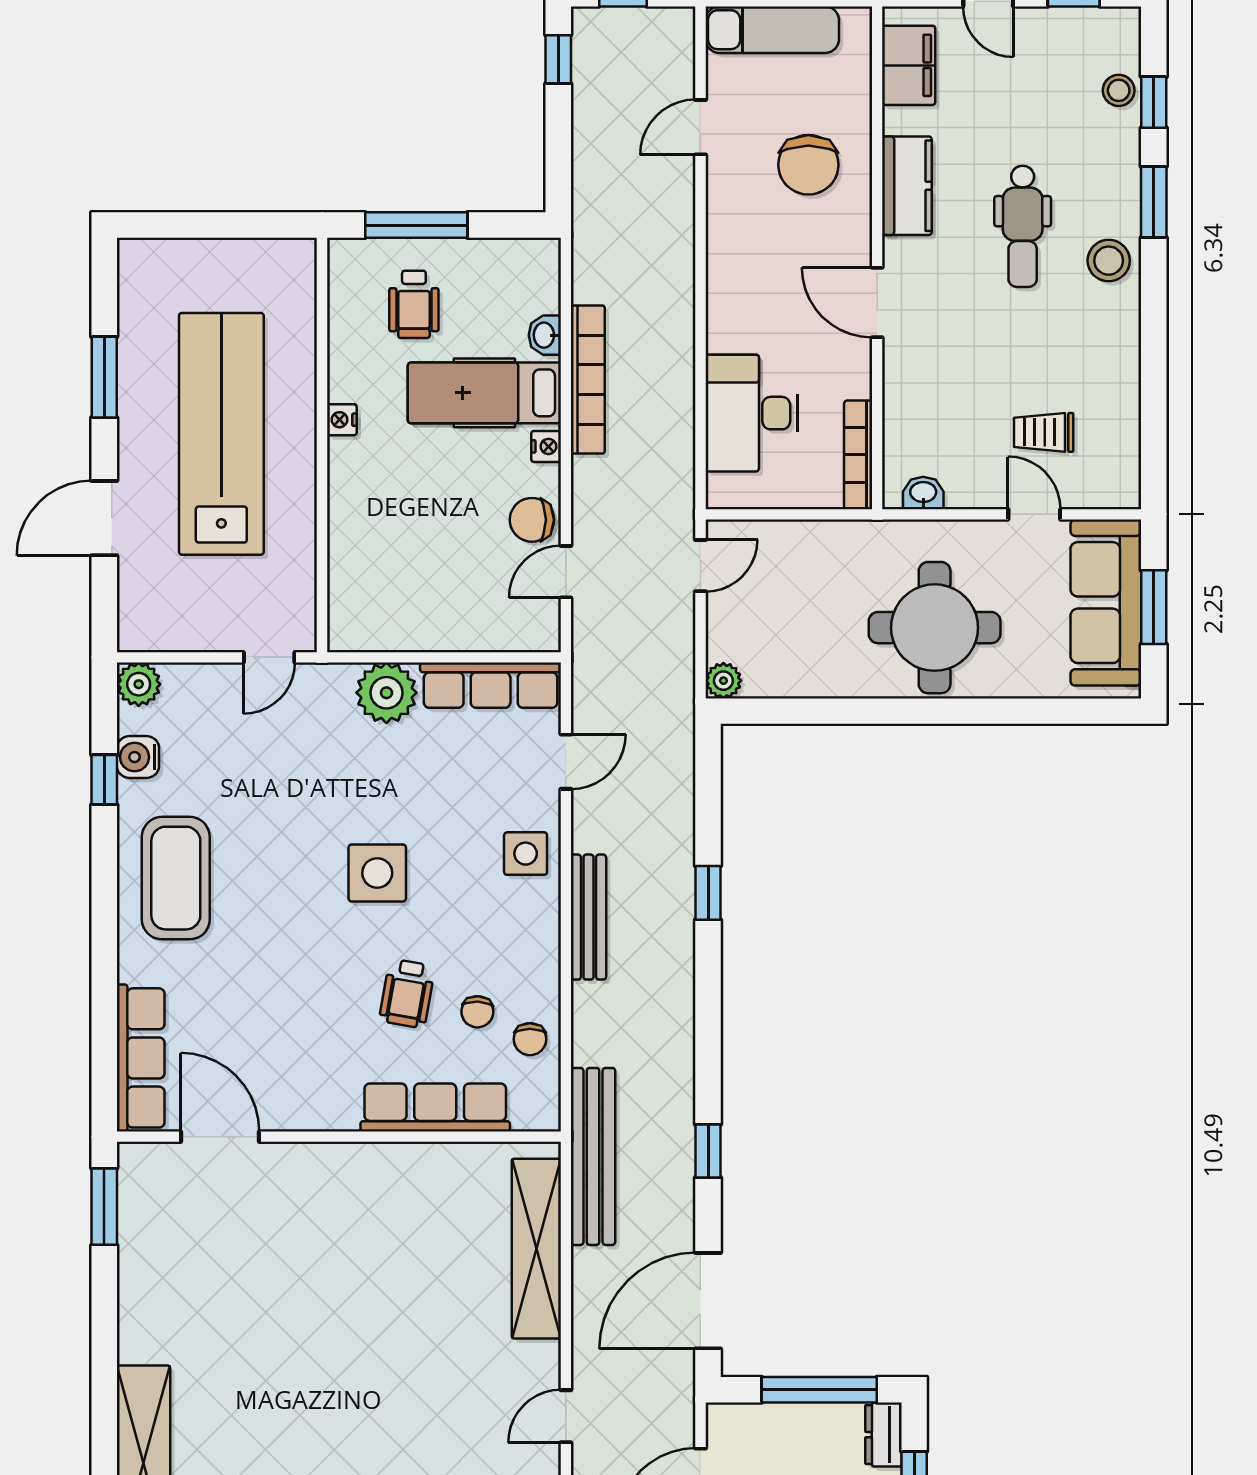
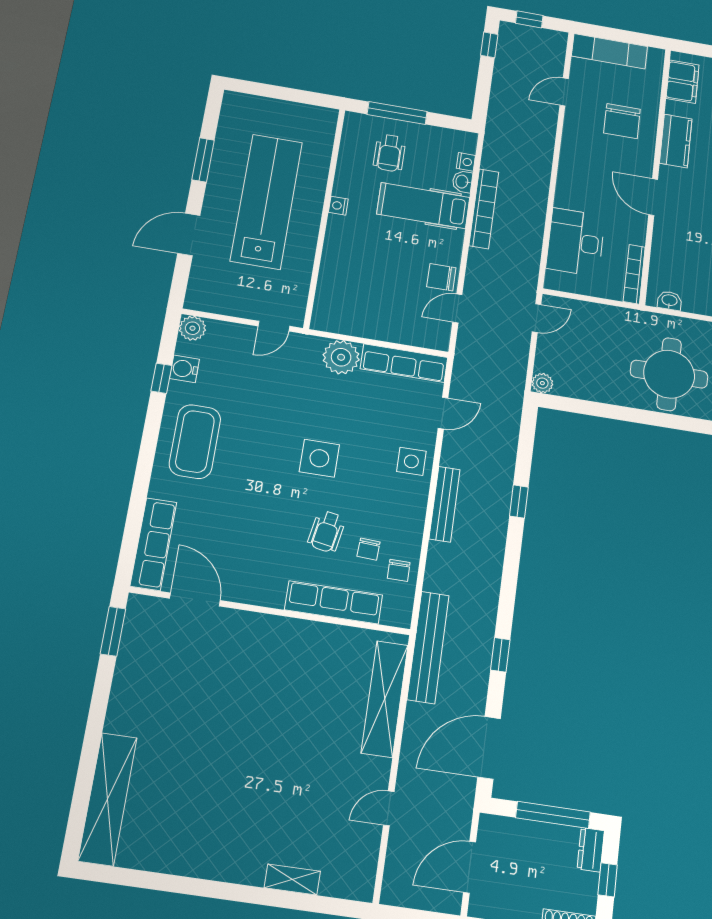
nightstand: (546, 446) -> (466, 162), moved

